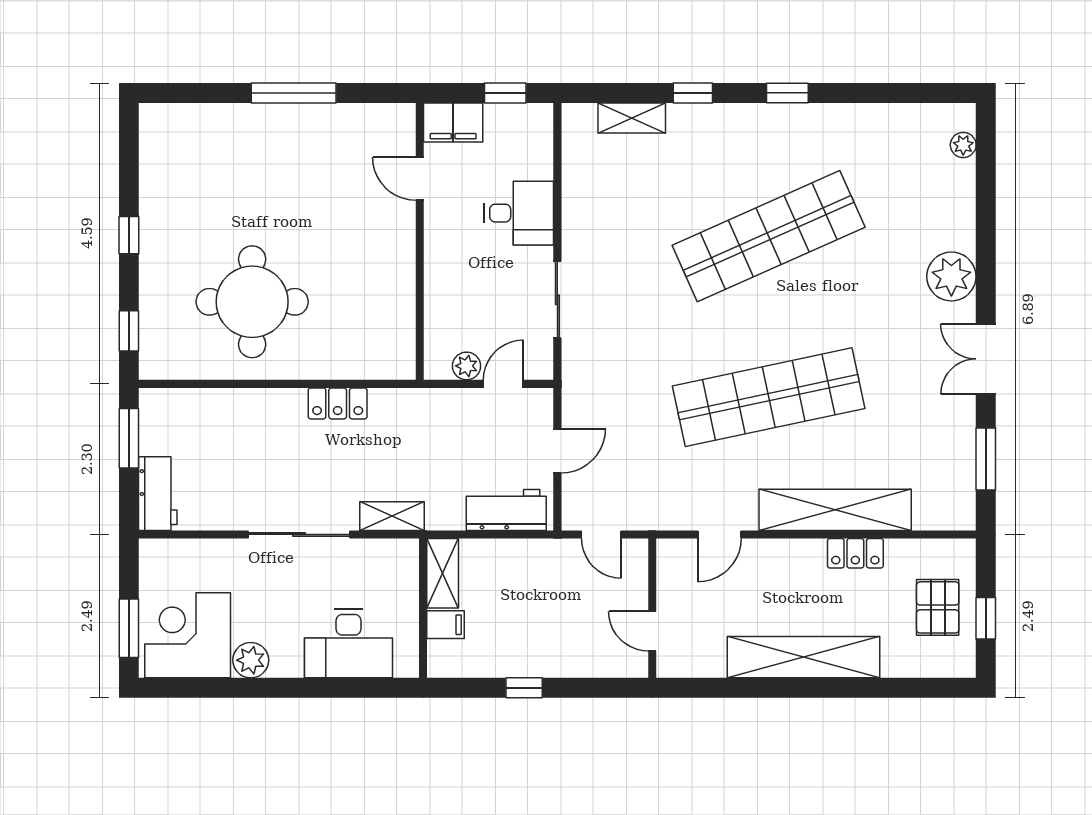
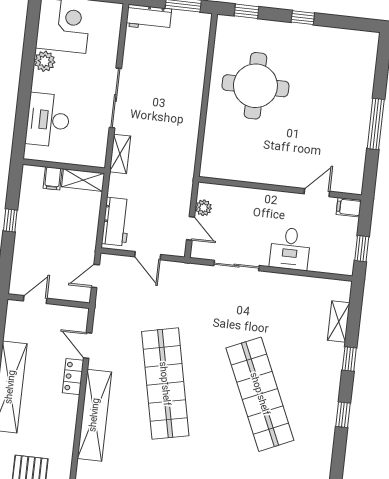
filing cabinet: (453, 122) -> (349, 207), width x0.50
locker: (338, 403) -> (190, 129), removed
locker: (855, 553) -> (73, 377), moved

